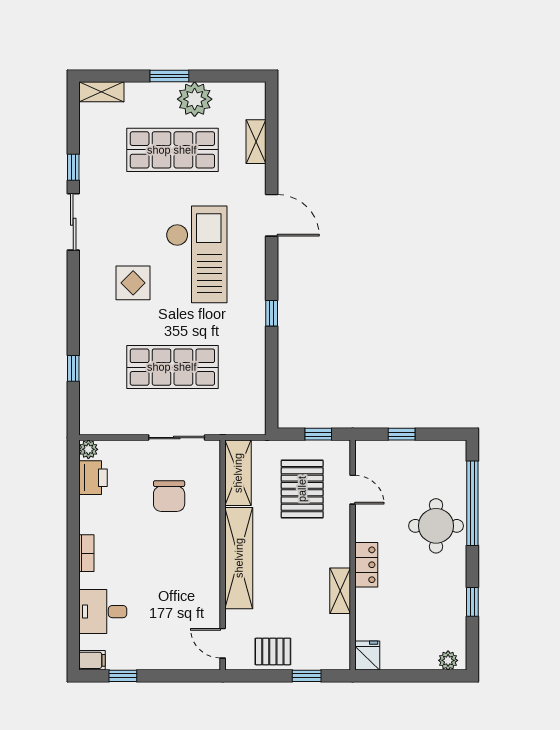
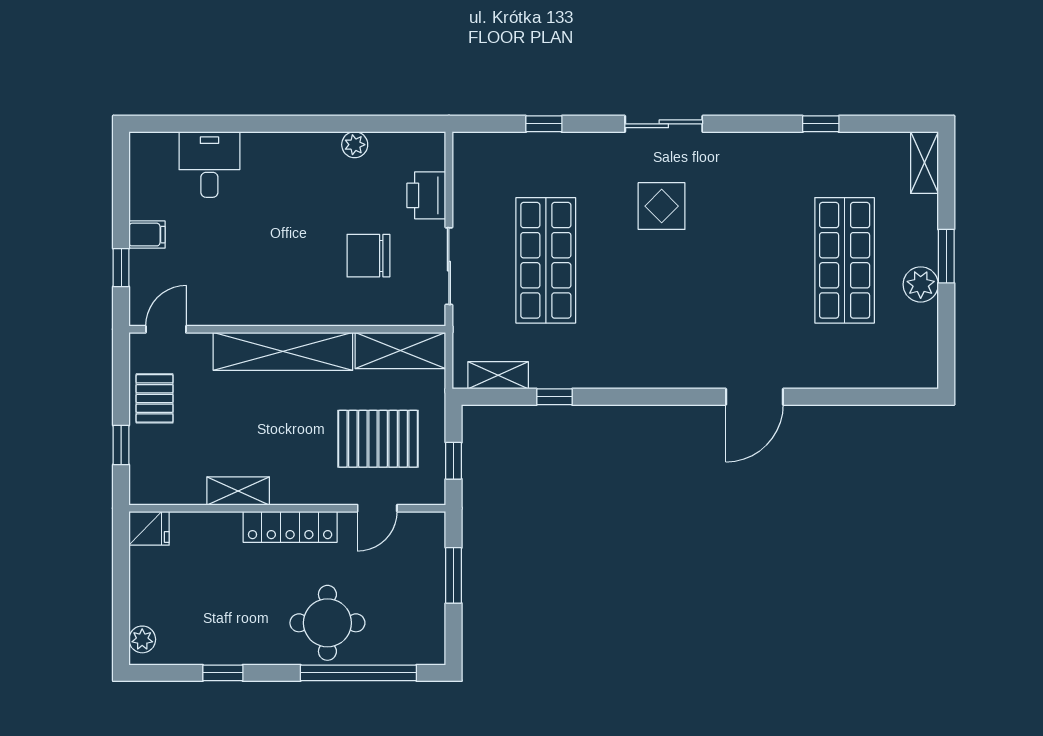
plant: (195, 99) -> (921, 284), width x0.73, depth x0.73
shelving: (256, 142) -> (498, 375), moved
sliding door: (73, 222) -> (664, 124), moved
checkout: (197, 254) -> (701, 293), removed
window: (272, 313) -> (554, 397), moved
window: (402, 434) -> (454, 575), width x1.50
plant: (88, 449) -> (355, 145), moved
printer: (93, 478) -> (426, 195), moved, turned 90
bookcase: (86, 553) -> (290, 142), removed
locker: (366, 565) -> (290, 527), width x1.53
filing cabinet: (92, 660) -> (147, 235), moved, turned -90
window: (123, 676) -> (121, 268), moved

